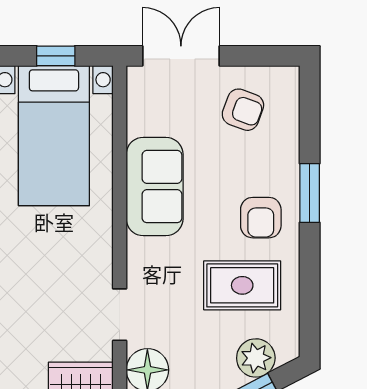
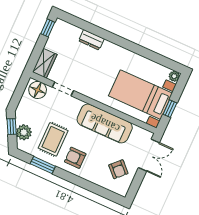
armchair: (243, 110) -> (118, 169), turned -65
sofa: (155, 187) -> (105, 123), width x1.36
window: (310, 193) -> (43, 165), moved

